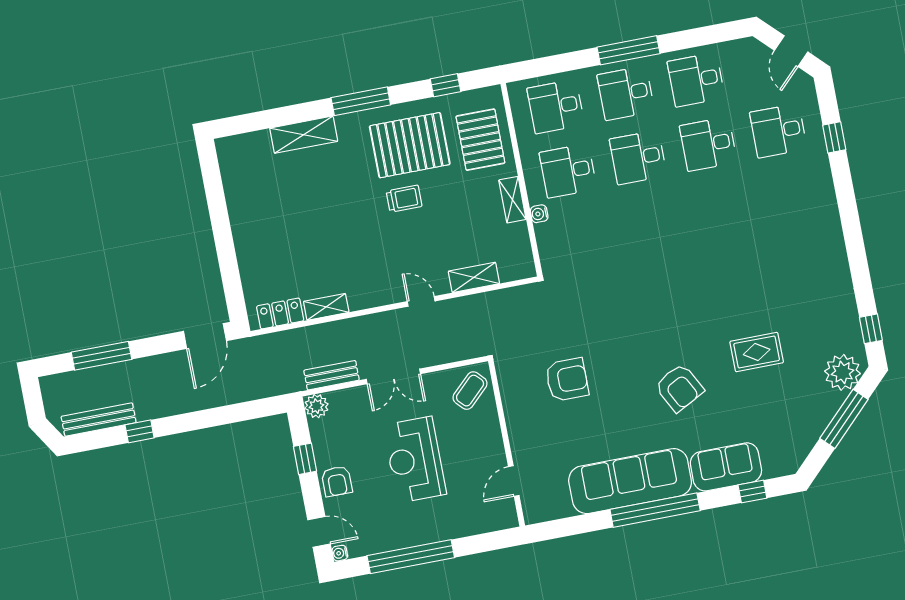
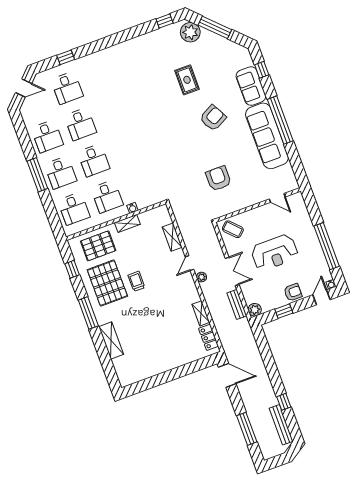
plant: (392, 319) -> (202, 277), added

